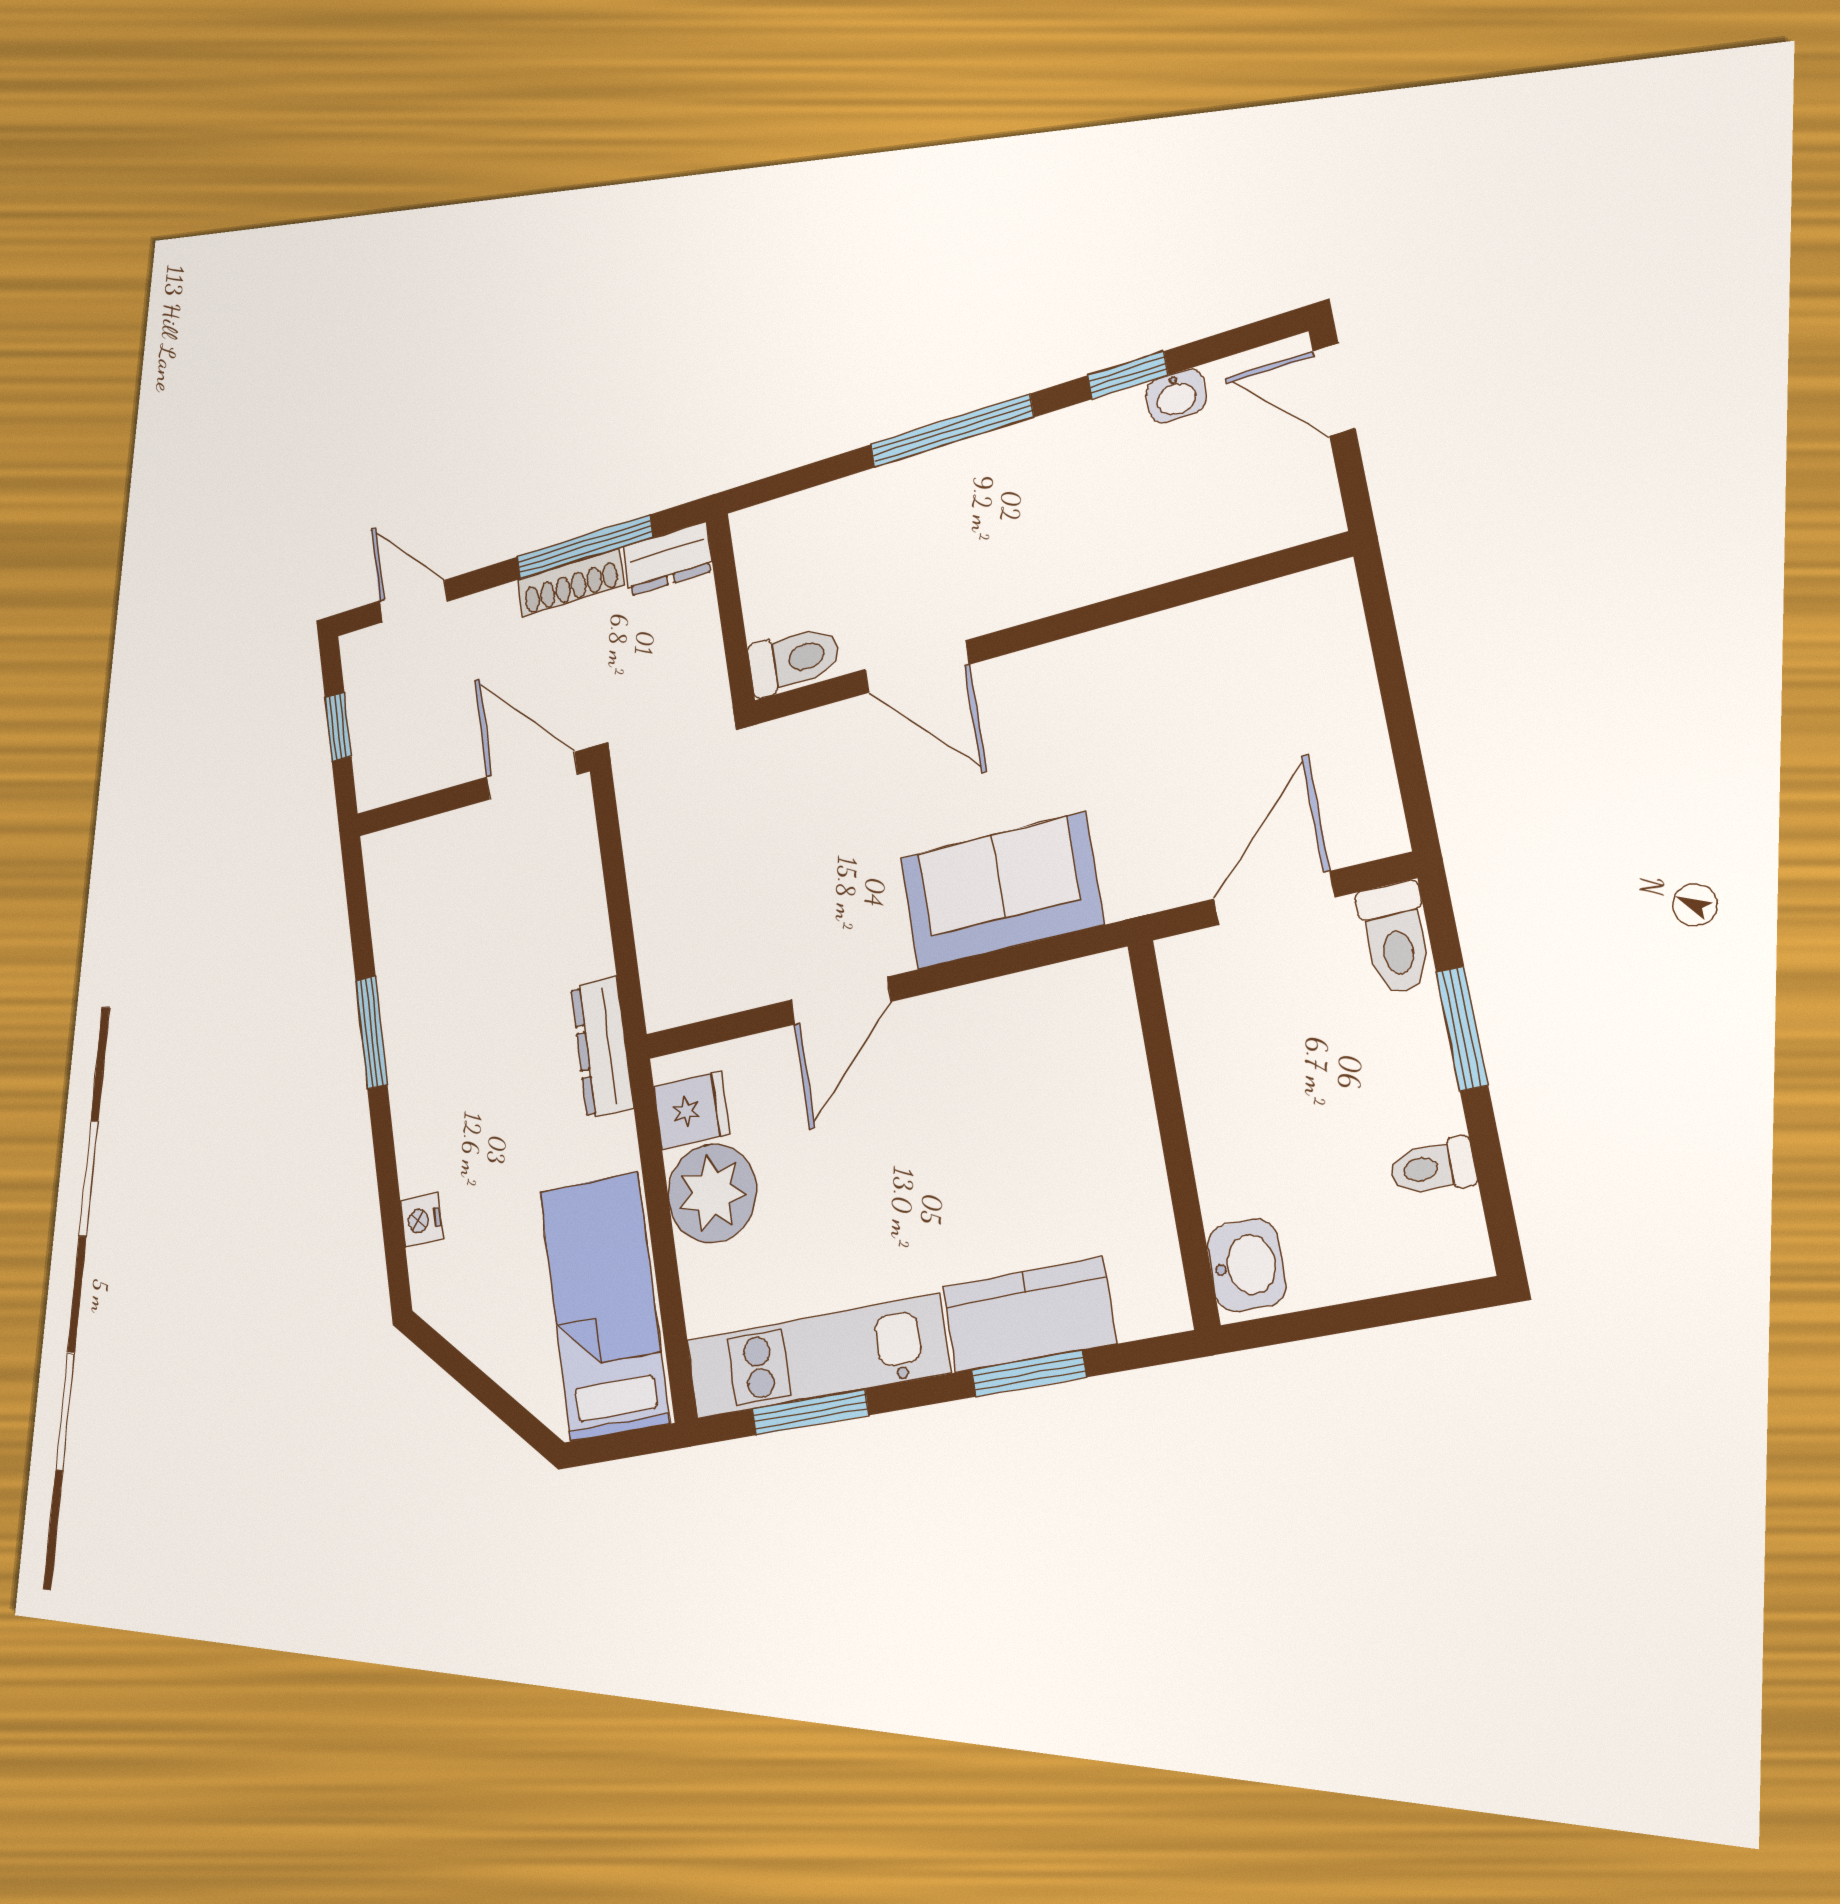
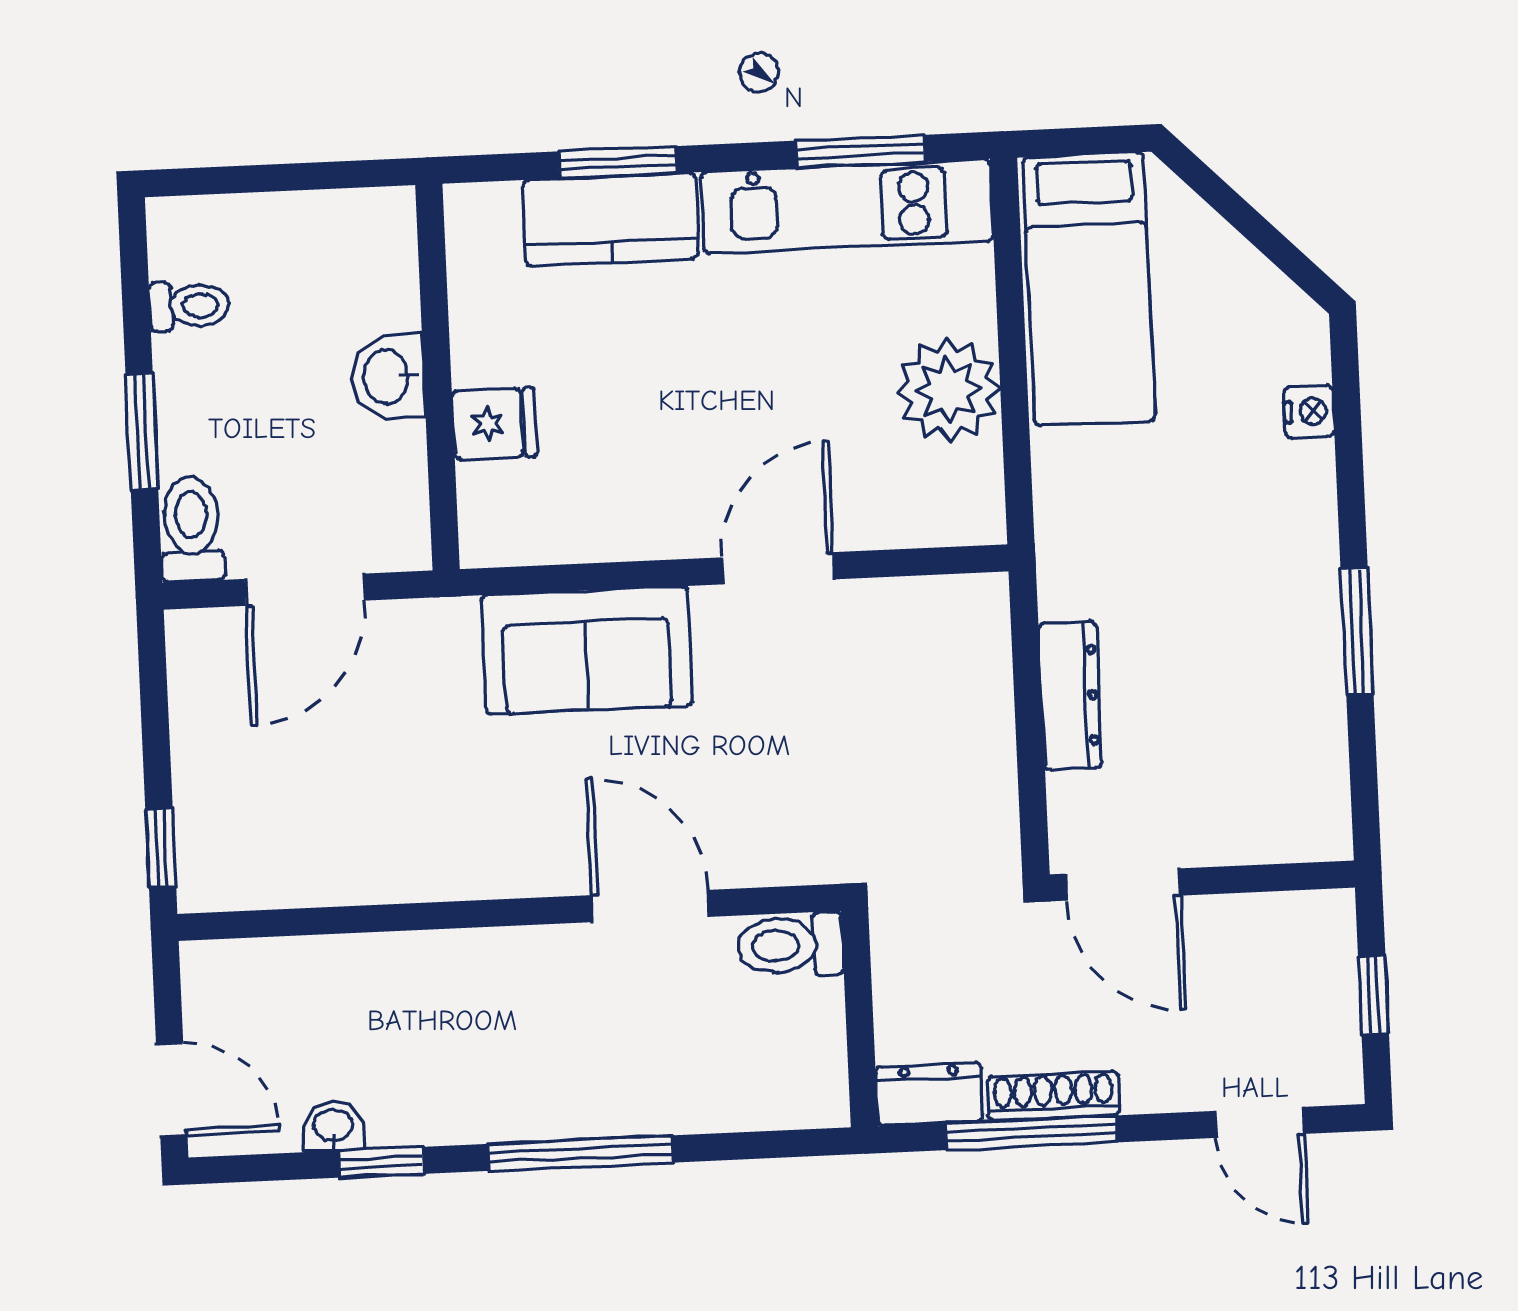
window: (1379, 616) -> (161, 848), added
dresser: (602, 1047) -> (1070, 696), moved
fridge: (691, 1110) -> (494, 423), moved, turned 180
washbasin: (1246, 1265) -> (388, 377), moved

